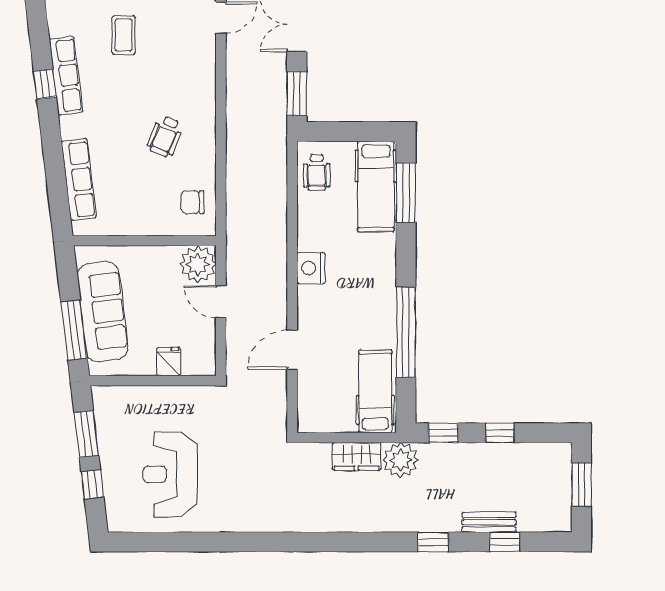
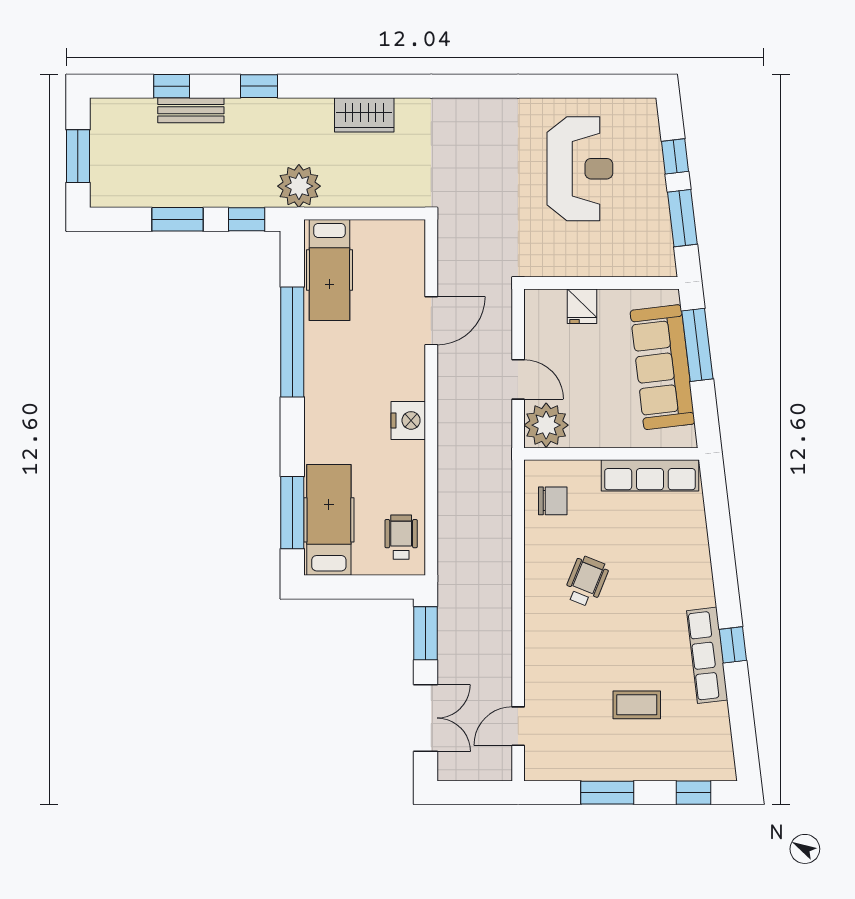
coffee table: (124, 35) -> (637, 705), turned 90
row of seats: (79, 179) -> (650, 475), moved, turned -83
window: (500, 433) -> (177, 219), width x1.50
wardrobe: (357, 456) -> (364, 115), moved, turned 180

